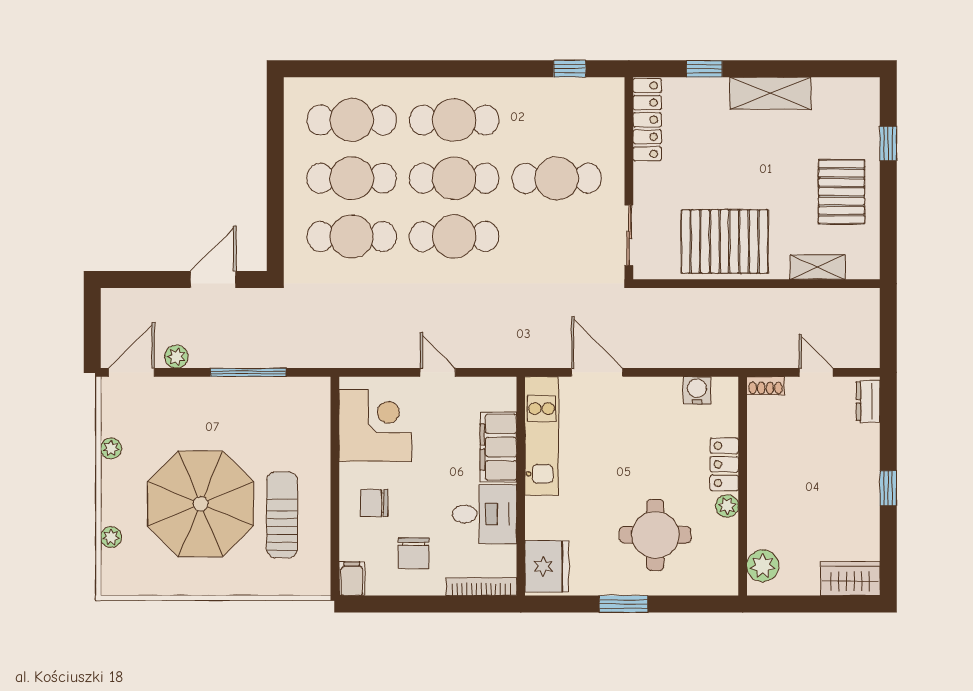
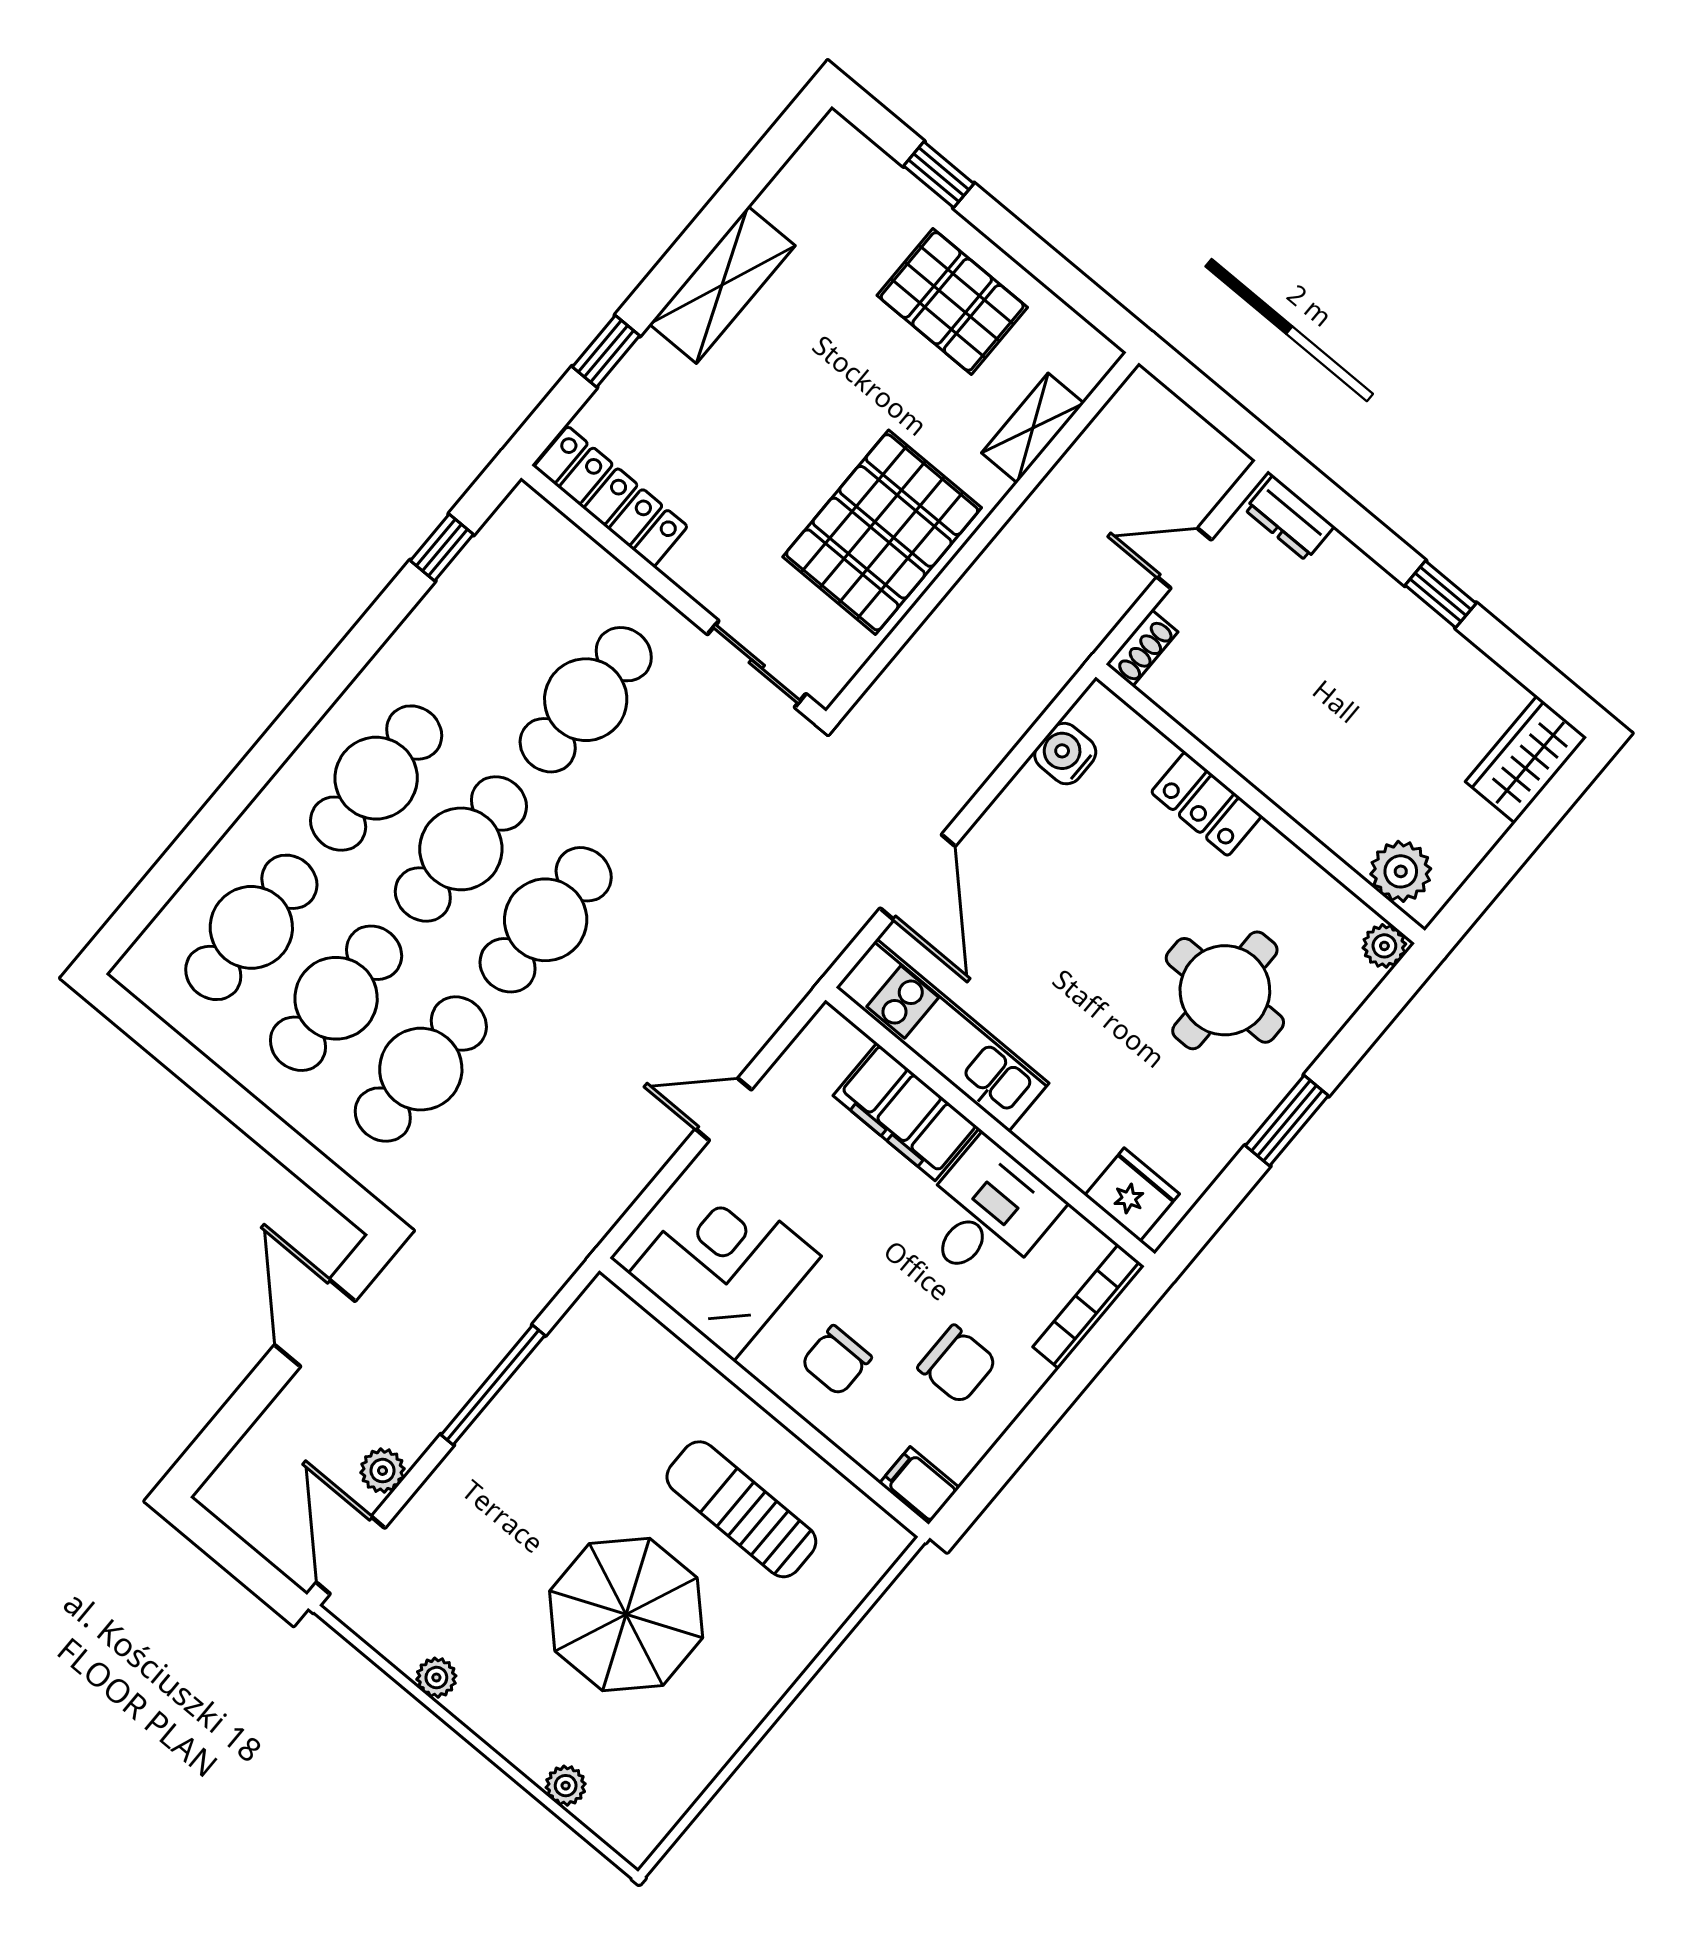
door: (597, 372) -> (918, 877), swing flipped
parasol: (201, 504) -> (626, 1614), width x0.73, depth x0.73
plant: (727, 506) -> (1384, 946), moved
fridge: (547, 566) -> (1132, 1195), width x0.73, depth x0.75

